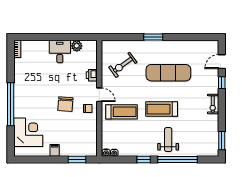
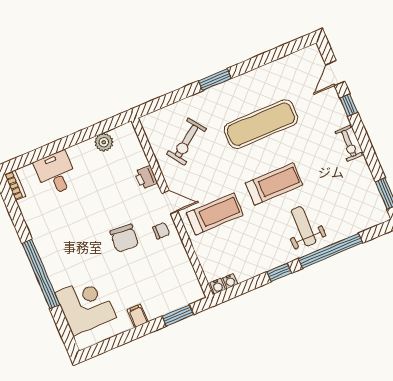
desk: (60, 52) -> (56, 173), moved
treadmill: (162, 109) -> (274, 184), turned 180

